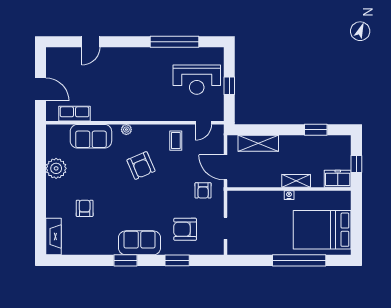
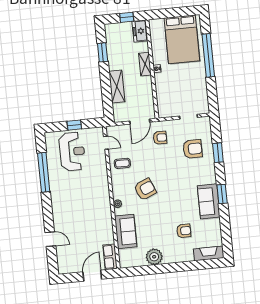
row of seats: (75, 114) -> (110, 257), moved
shelving: (258, 143) -> (117, 86), moved
armchair: (85, 208) -> (184, 231), turned 180
armchair: (185, 229) -> (193, 149), turned -90
sofa: (140, 243) -> (209, 201), moved

